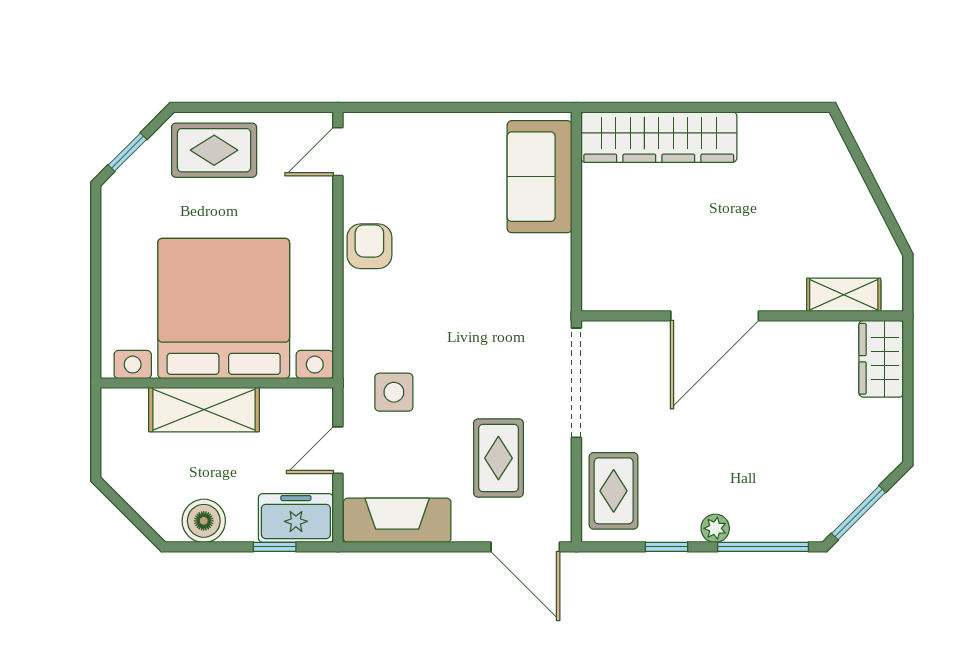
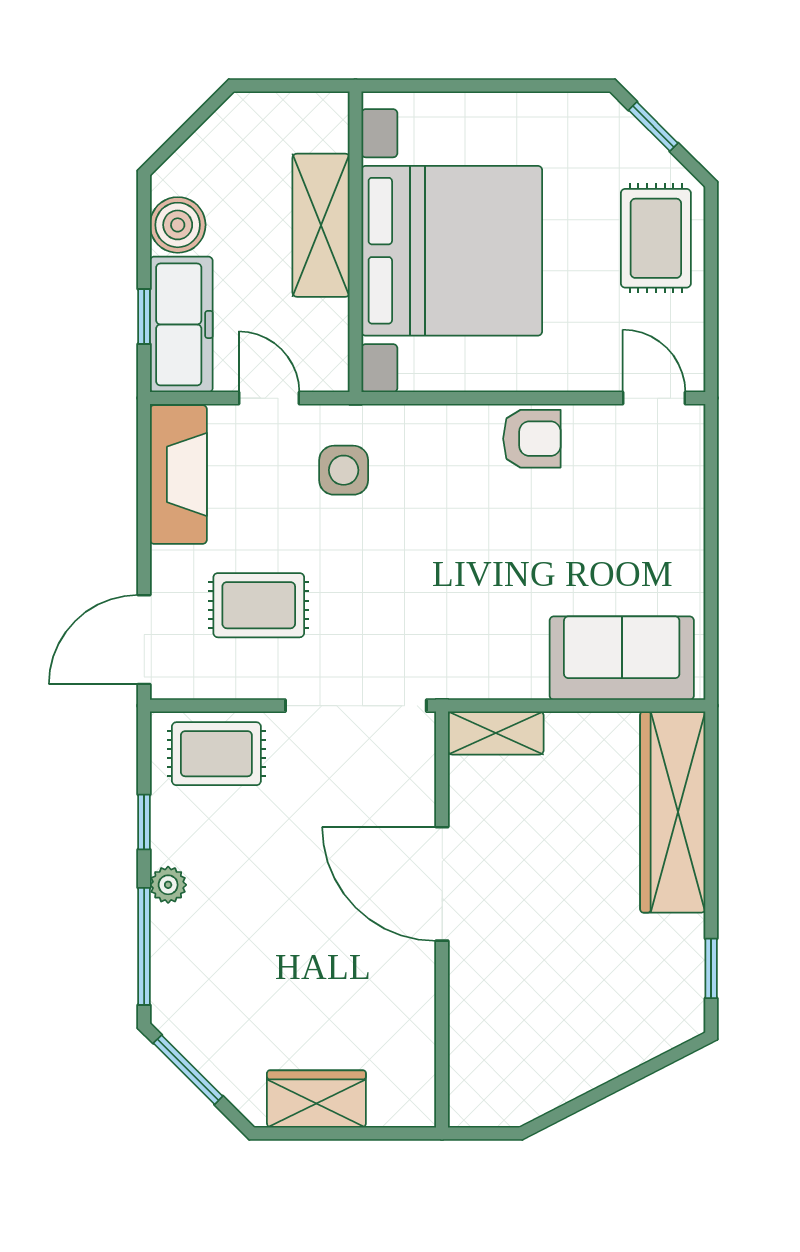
window: (780, 107) -> (711, 968), added
shelving: (844, 295) -> (496, 733), moved, turned 90
wardrobe: (881, 359) -> (316, 1099), moved
freezer: (296, 518) -> (181, 324), width x1.40

